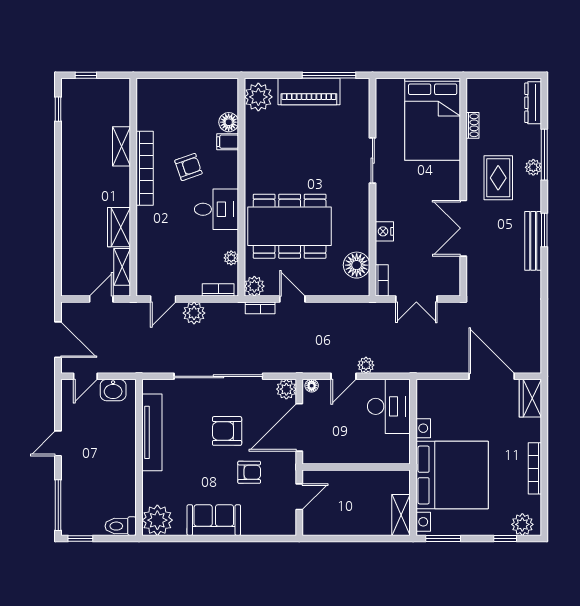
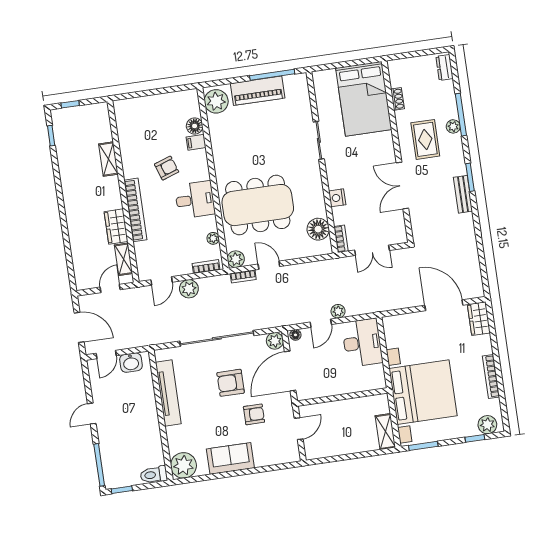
dresser: (533, 103) -> (445, 68), width x0.70
bookcase: (145, 168) -> (135, 210), moved
bench: (533, 241) -> (463, 194), width x0.73

